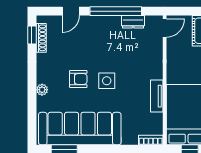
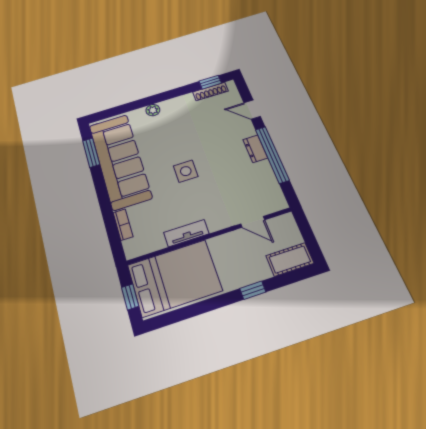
dresser: (133, 22) -> (255, 149), moved
door: (165, 28) -> (253, 222), moved
armchair: (78, 79) -> (177, 141), removed
bookcase: (151, 140) -> (123, 225), moved

